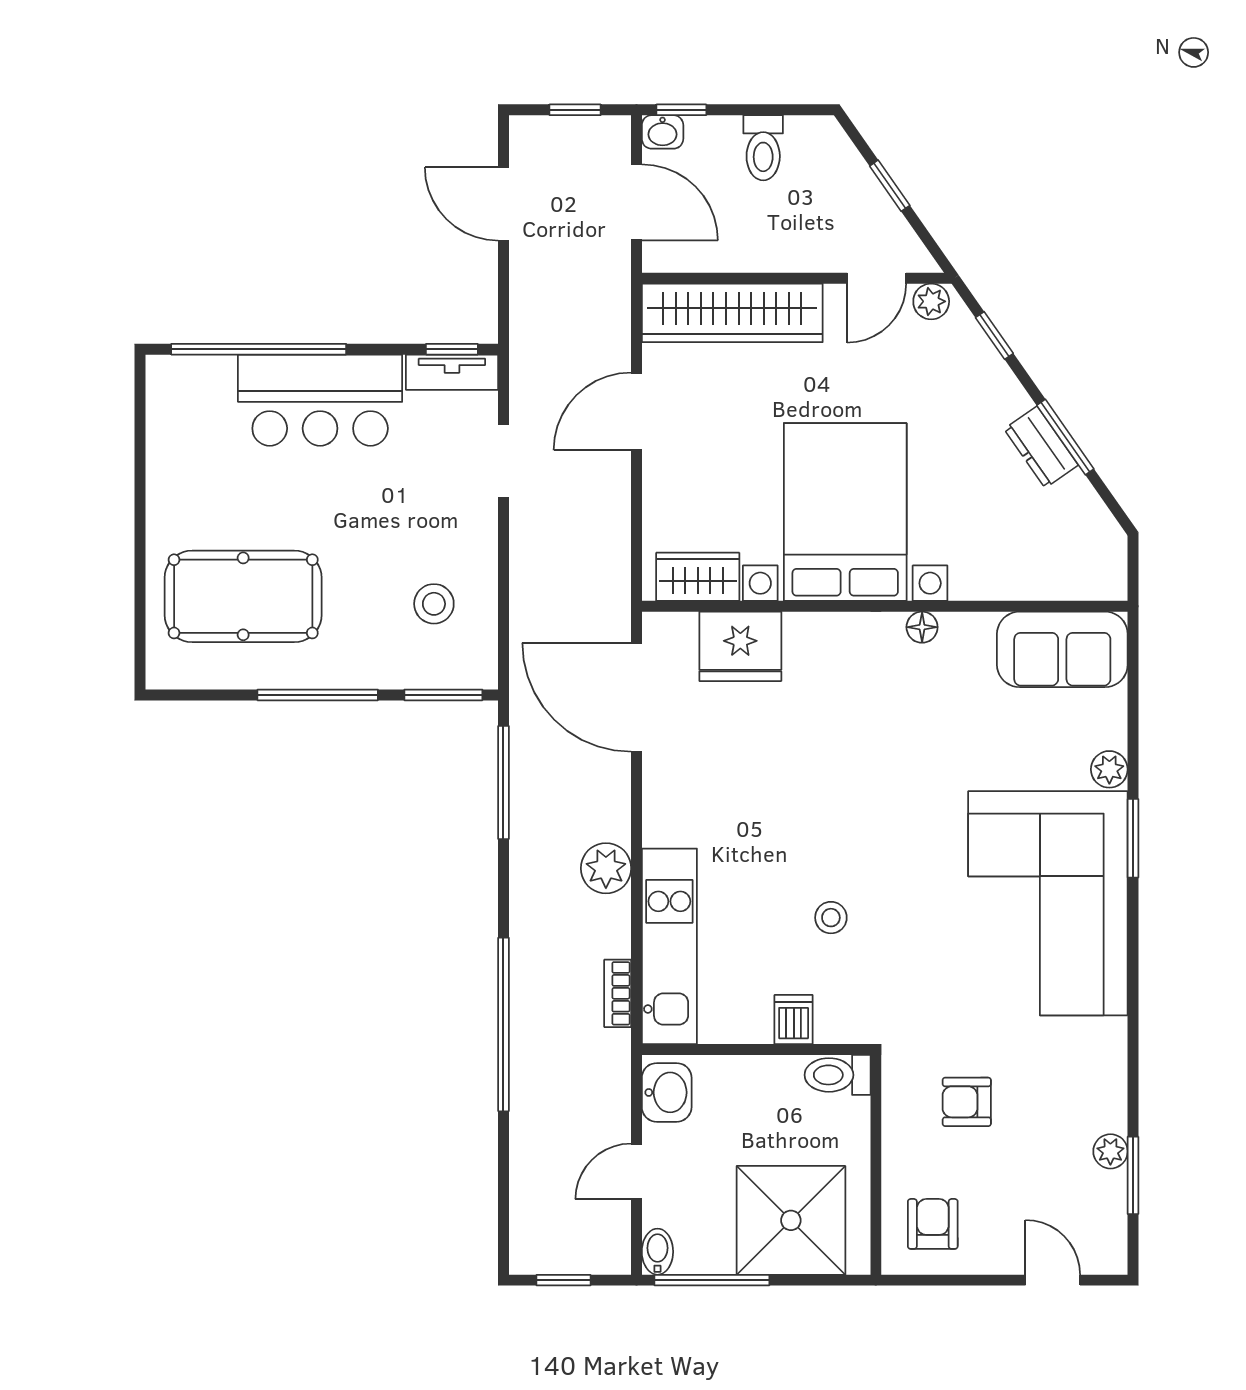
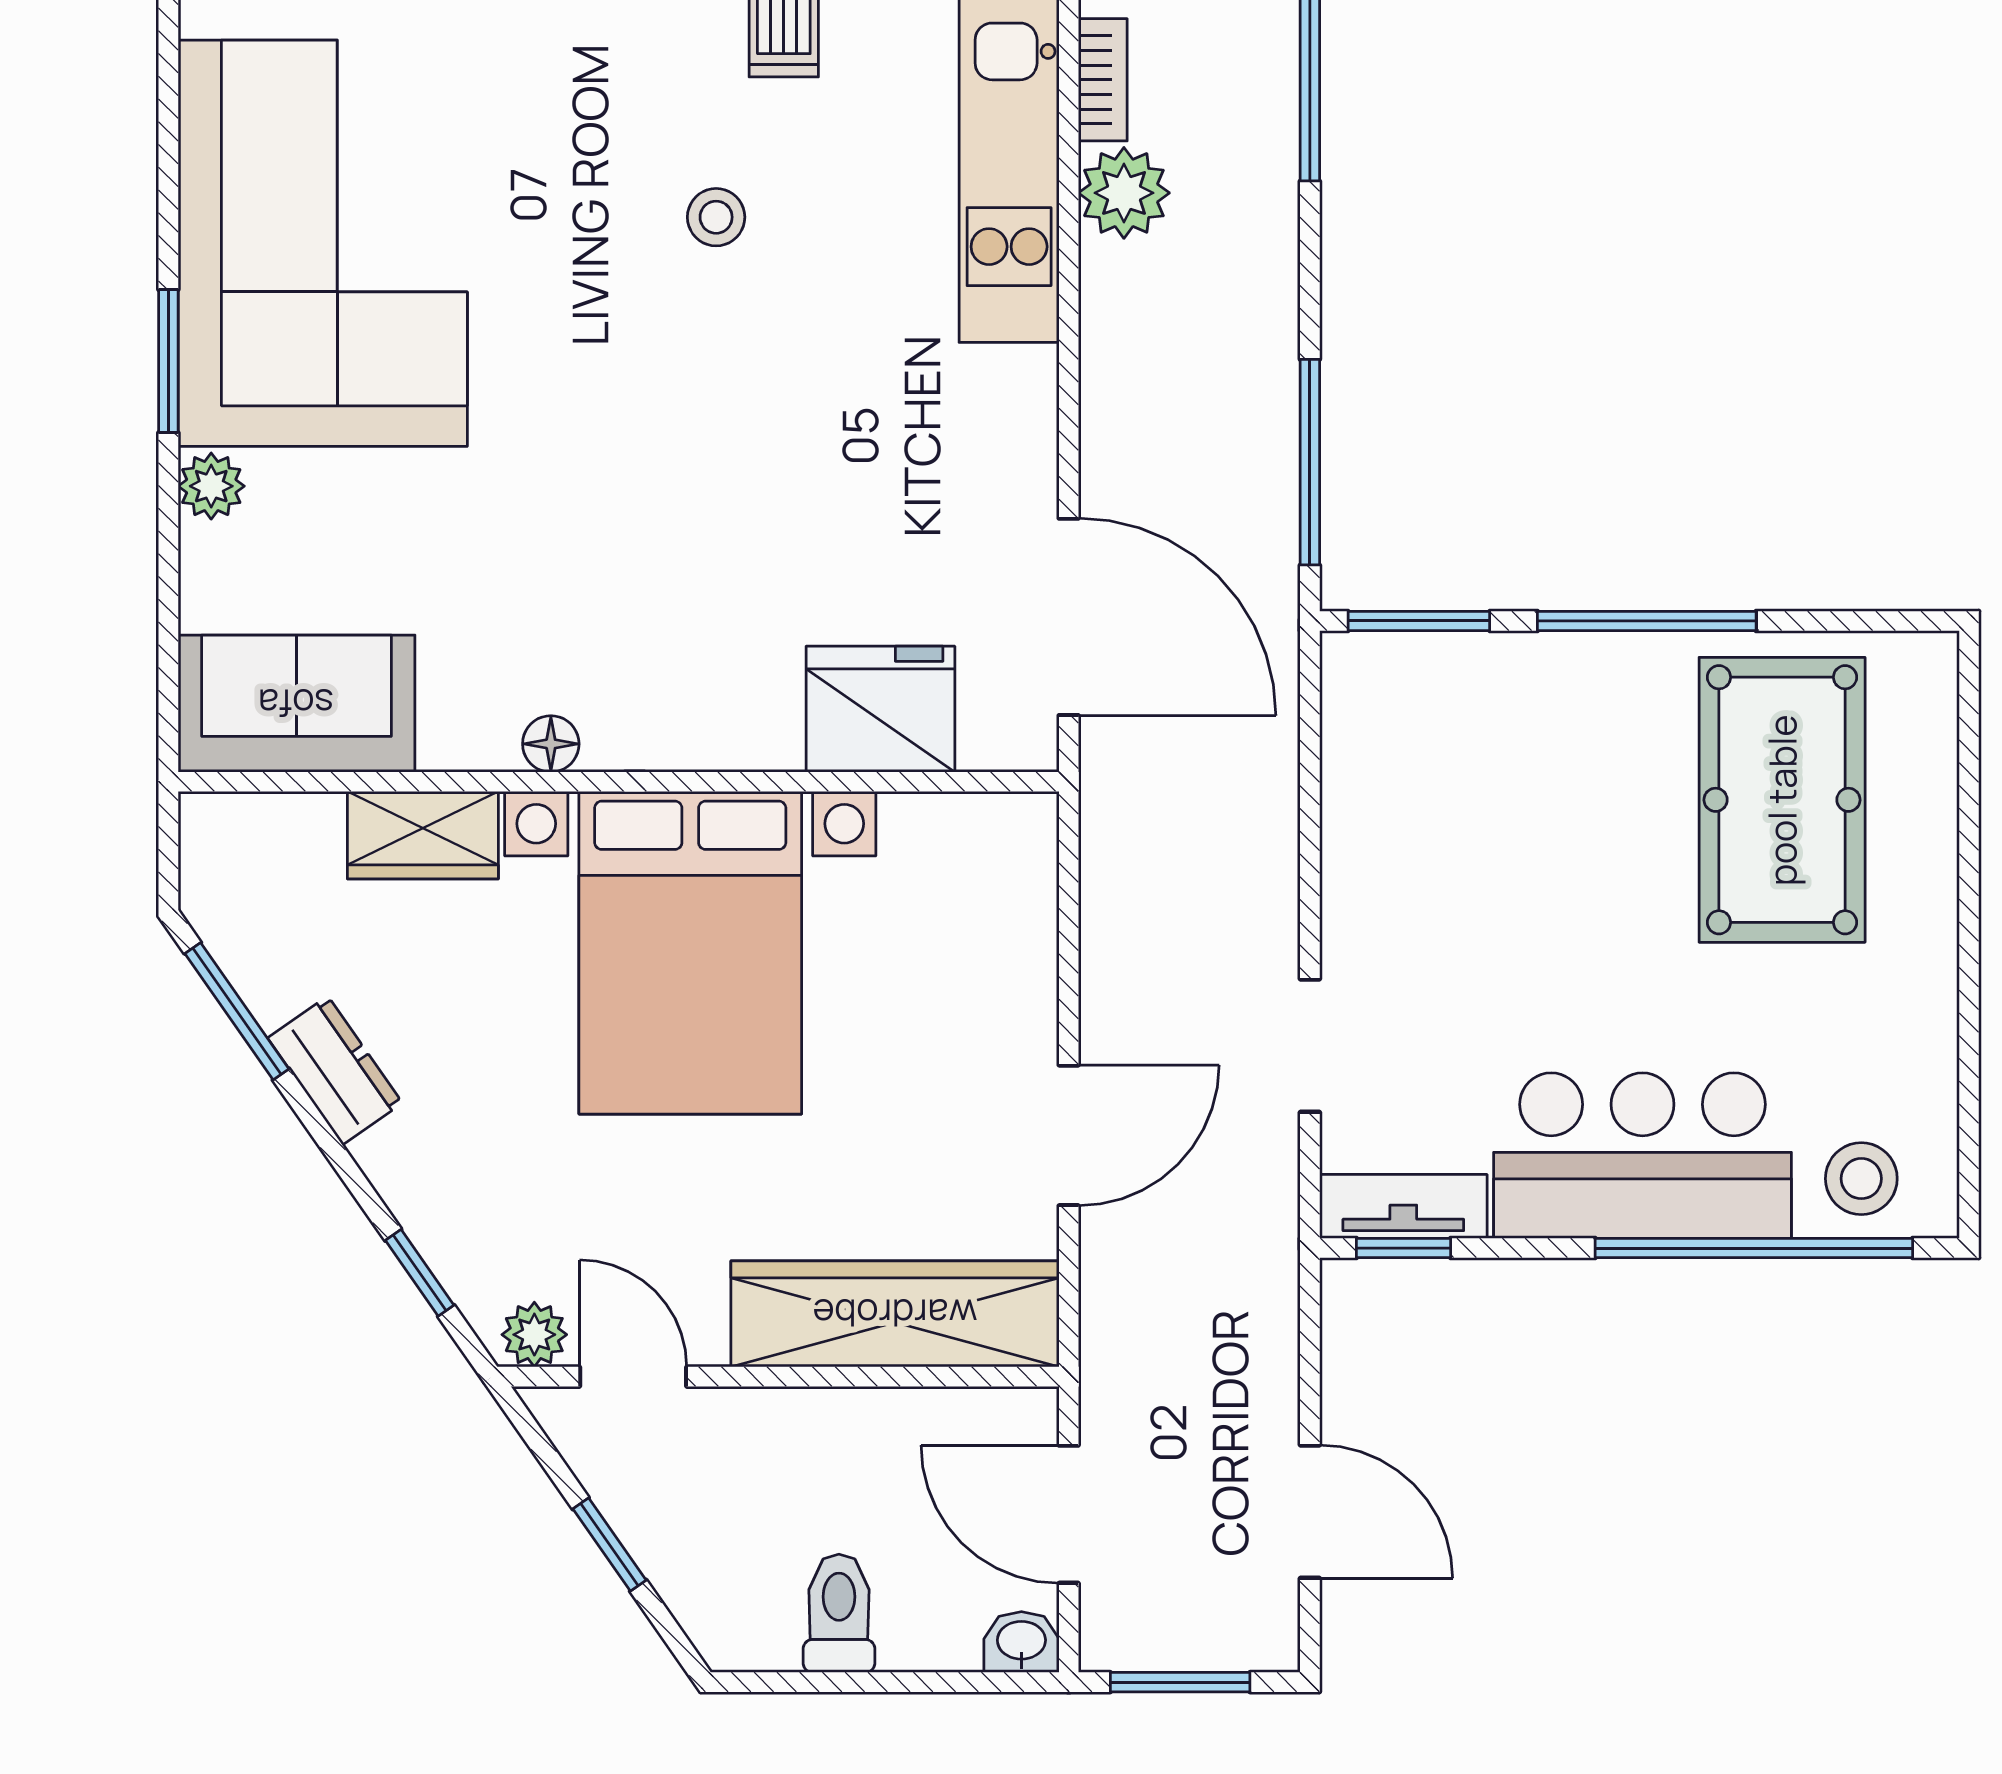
window: (575, 110) -> (1180, 1682), width x1.50
window: (681, 110) -> (987, 1682), removed
door: (877, 278) -> (633, 1377), hinge flipped
window: (1065, 437) -> (237, 1011), moved
wardrobe: (698, 577) -> (423, 835), moved
pool table: (243, 596) -> (1782, 800), turned 90
stool: (434, 604) -> (1861, 1179), moved
plant: (606, 868) -> (1124, 193), moved

